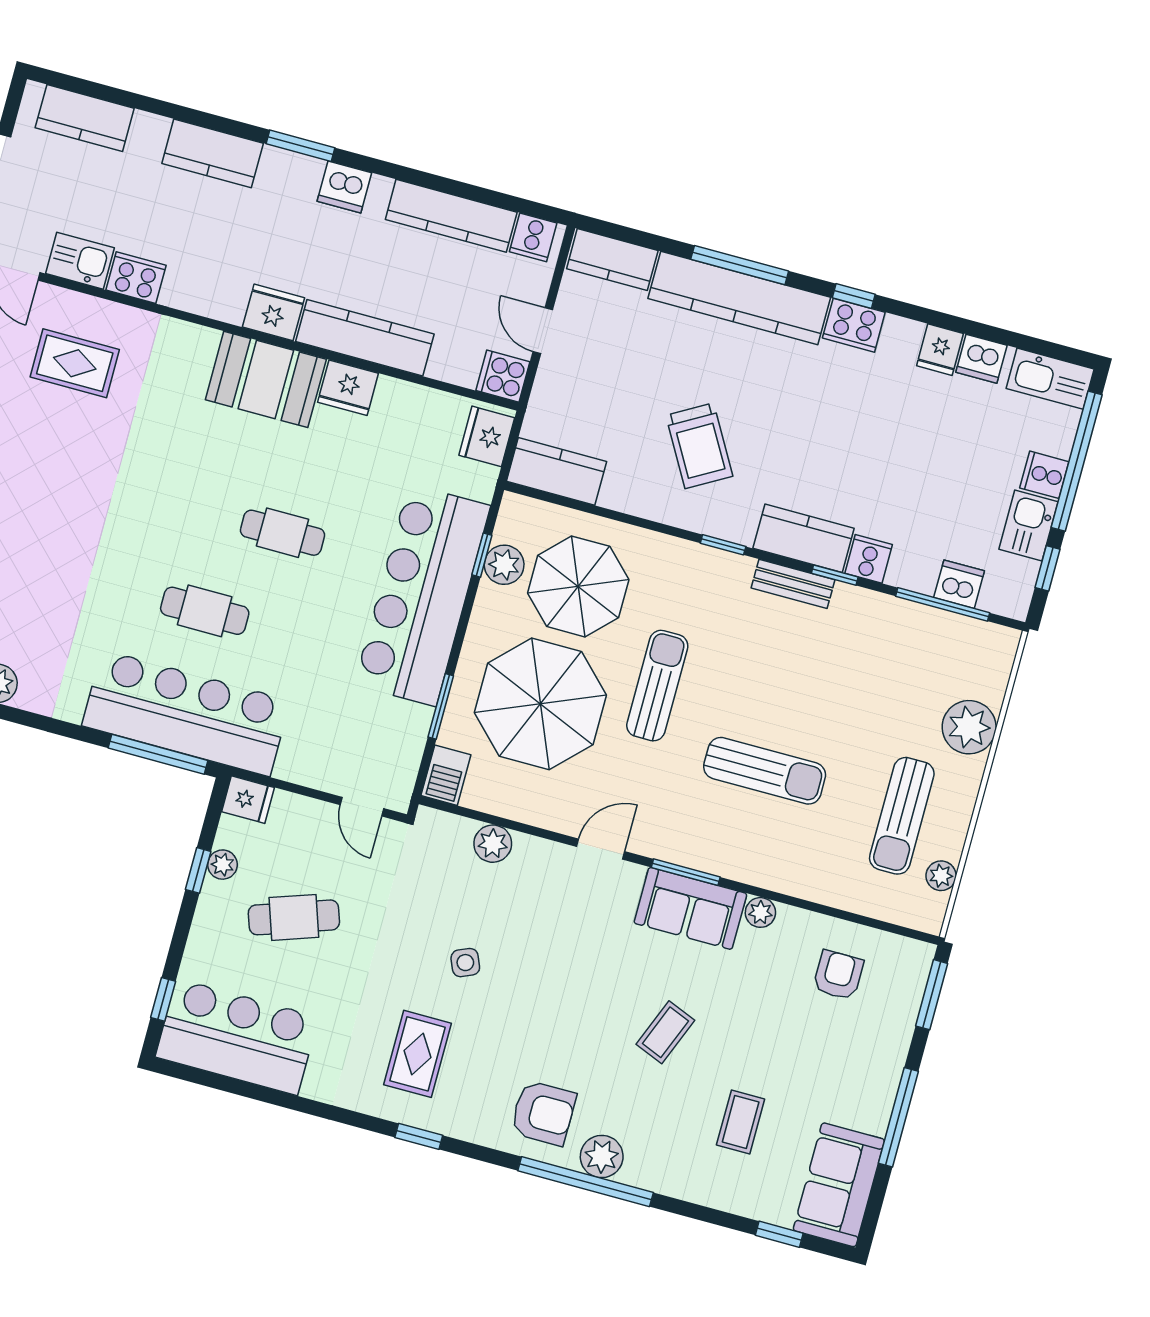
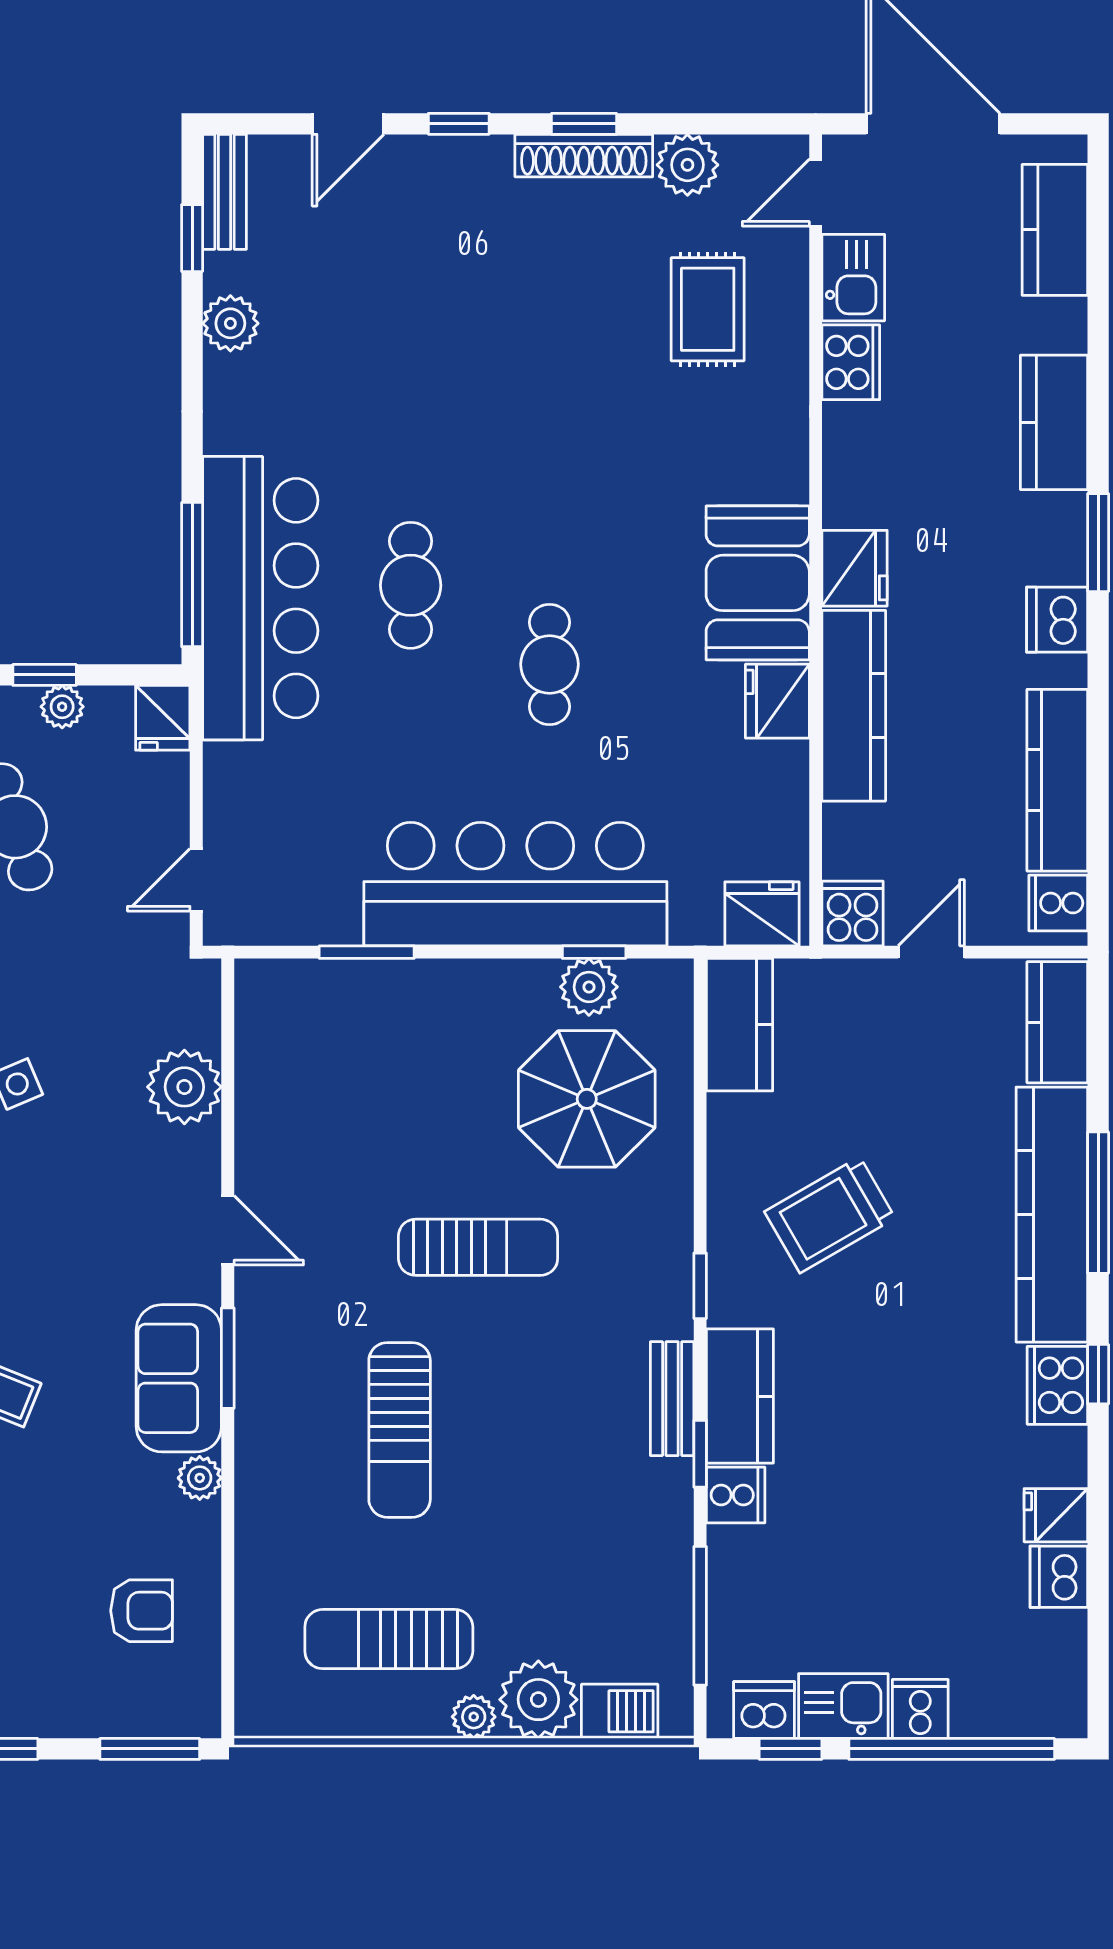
kitchen sink: (1050, 379) -> (1057, 1681), removed
dishwasher: (959, 584) -> (764, 1710), moved, turned -90
parasol: (540, 704) -> (408, 1091), removed
barbecue: (446, 775) -> (620, 1711), moved, turned 180
plant: (493, 844) -> (184, 1087), width x1.36, depth x1.36
plant: (941, 876) -> (474, 1717), moved

